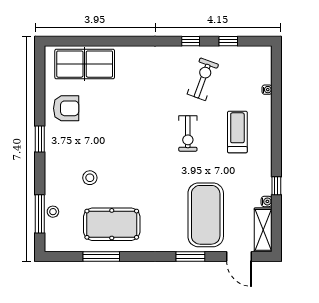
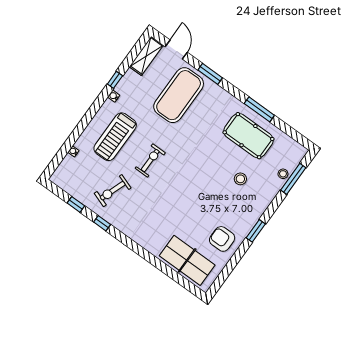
treadmill: (237, 132) -> (115, 137), width x1.37, depth x1.38
water cooler: (267, 201) -> (114, 96), moved
window: (101, 256) -> (259, 109), moved

